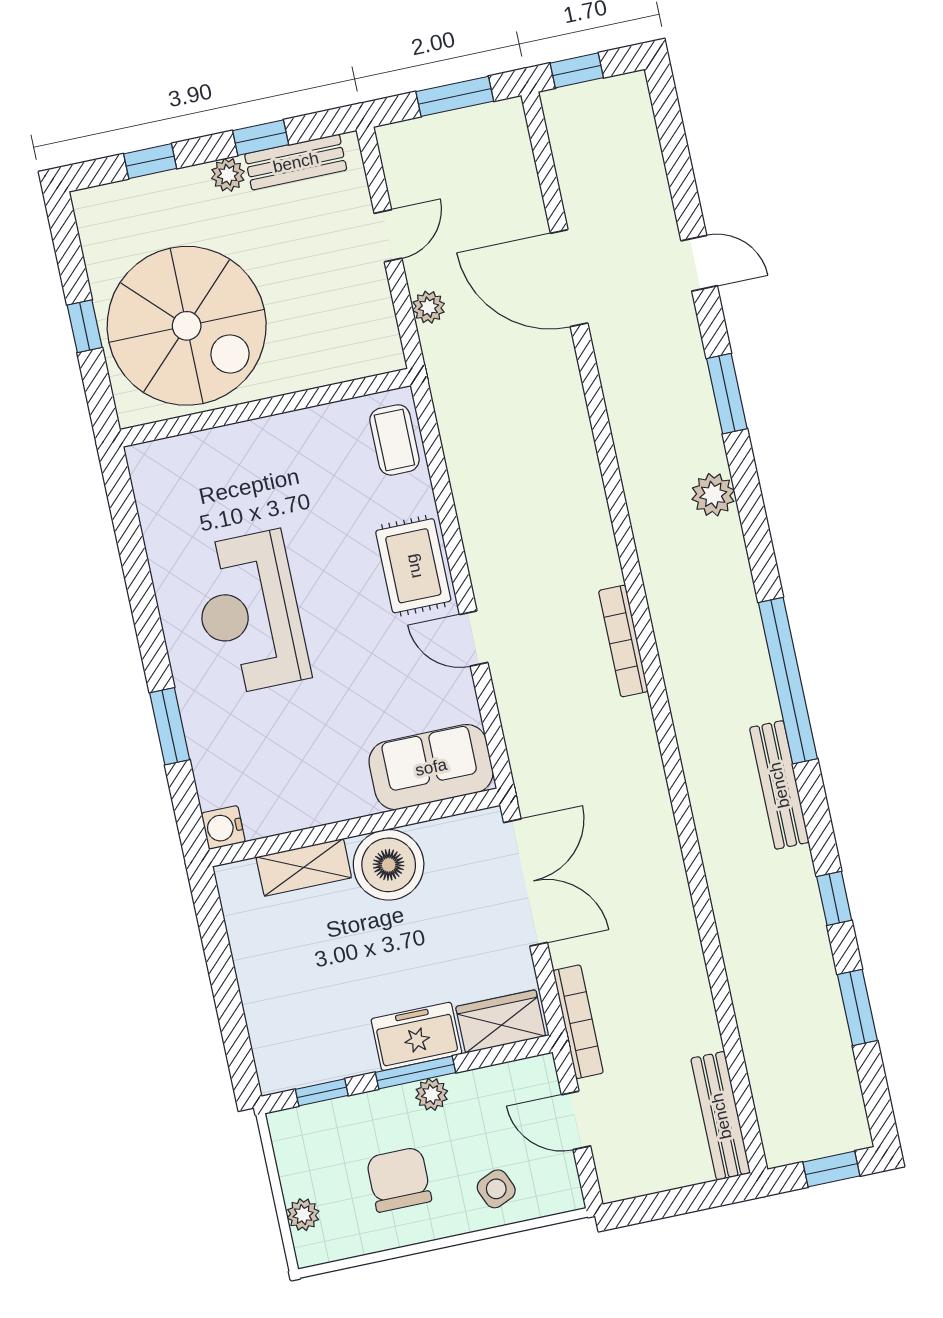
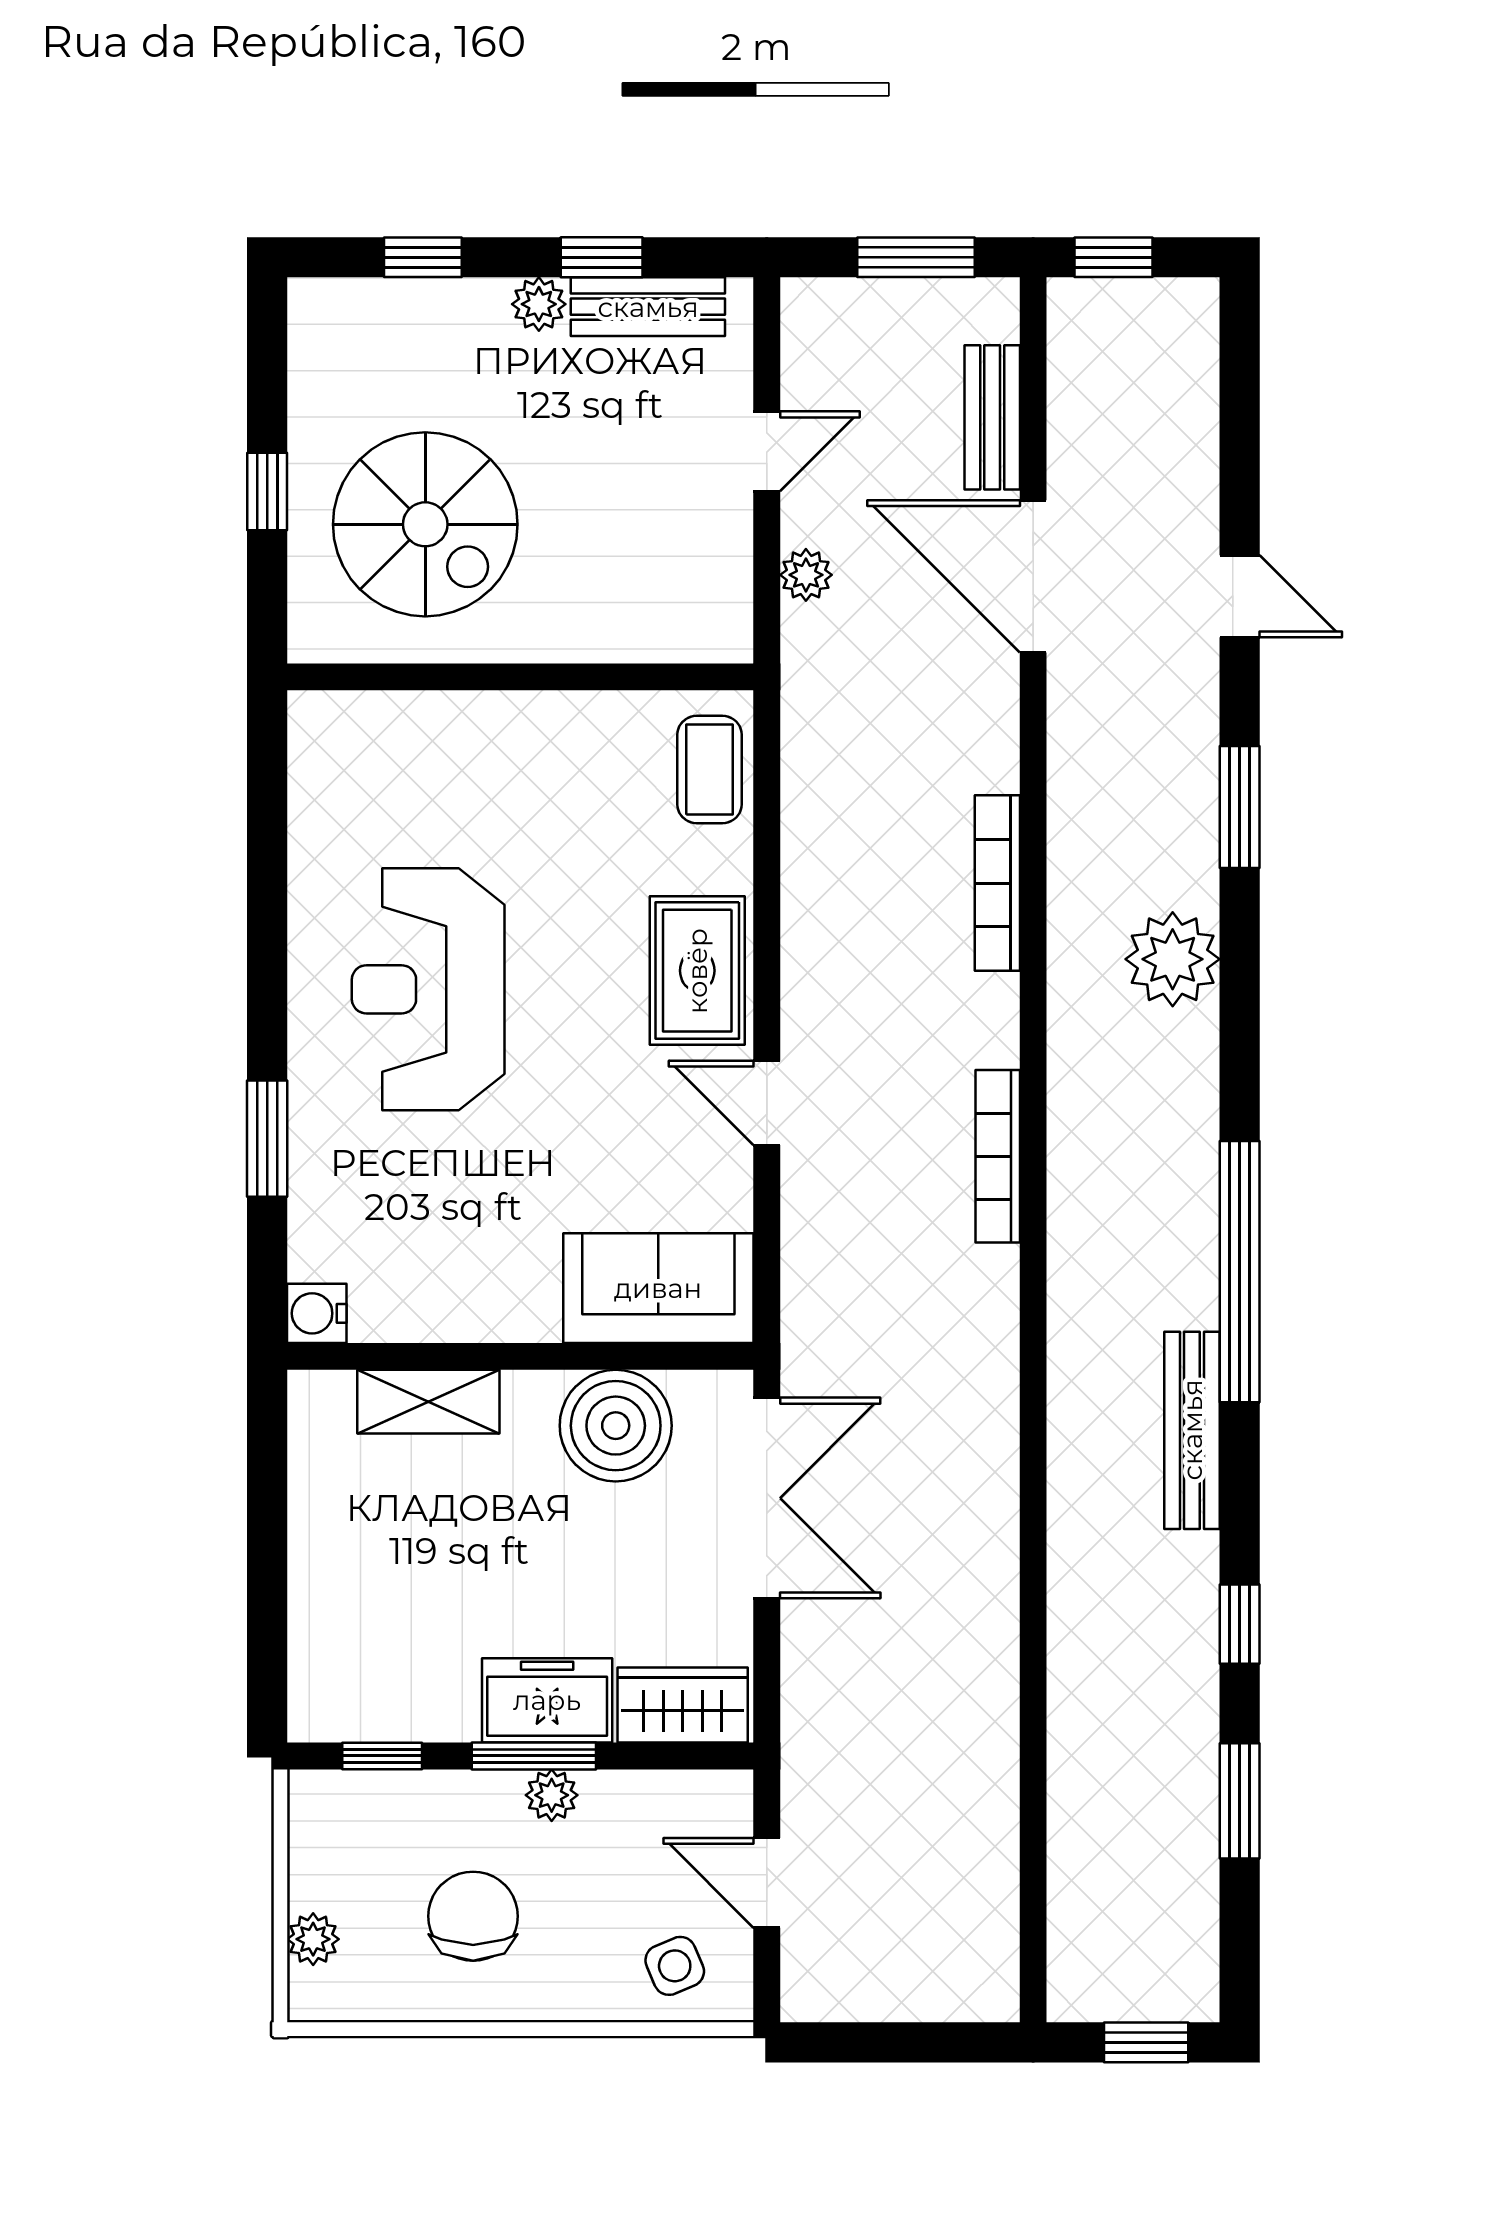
spiral stairs: (187, 326) -> (425, 524), width x0.73, depth x0.73
plant: (713, 495) -> (1173, 959), width x1.36, depth x1.36
boiler: (389, 865) -> (616, 1426), moved
bookcase: (578, 1022) -> (997, 883), moved, turned 180
bench: (721, 1116) -> (992, 417), moved, width x0.73
side table: (496, 1189) -> (675, 1966), moved

